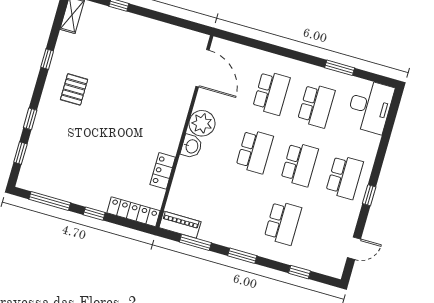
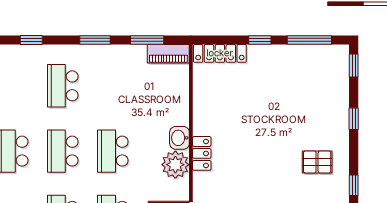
pallet: (74, 89) -> (317, 162), turned 90
window: (20, 153) -> (354, 65), moved
locker: (163, 171) -> (202, 153), moved

